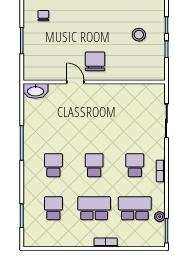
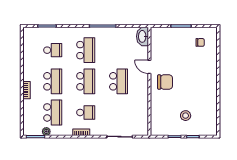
door: (75, 82) -> (149, 67), swing flipped
school desk: (94, 122) -> (119, 81), added
school desk: (53, 165) -> (86, 50), width x1.85
school desk: (94, 165) -> (86, 81), width x1.85

